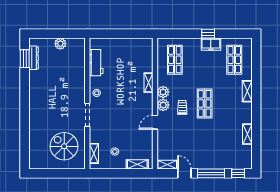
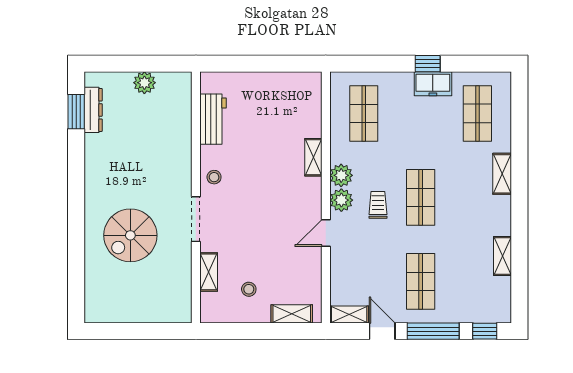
spiral stairs: (64, 146) -> (130, 235), moved, turned -90
shop shelf: (205, 147) -> (421, 281), added
shelving: (94, 153) -> (209, 272), moved

